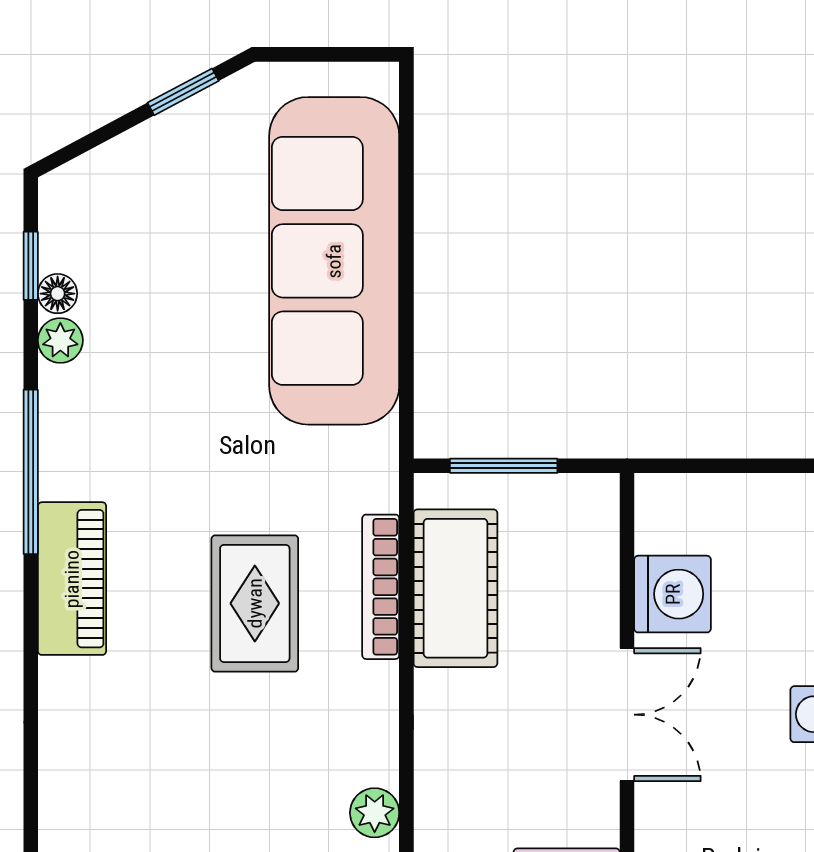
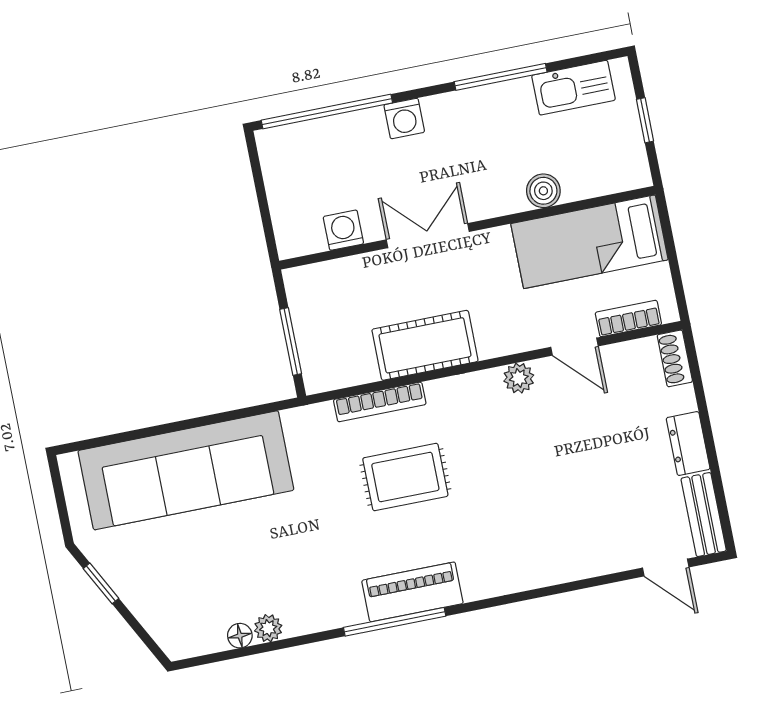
window: (31, 266) -> (226, 655), removed
window: (31, 472) -> (395, 622), moved
cot: (455, 588) -> (425, 345), moved
washing machine: (673, 594) -> (343, 230), width x0.73, depth x0.73

